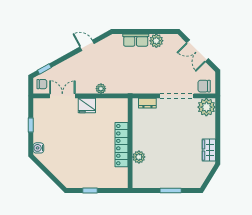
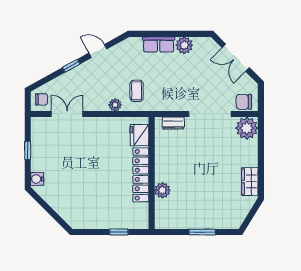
window: (44, 69) -> (71, 66), moved
coffee table: (118, 77) -> (137, 91), added
fridge: (87, 106) -> (140, 135), moved, turned 90
window: (90, 191) -> (119, 232), moved

